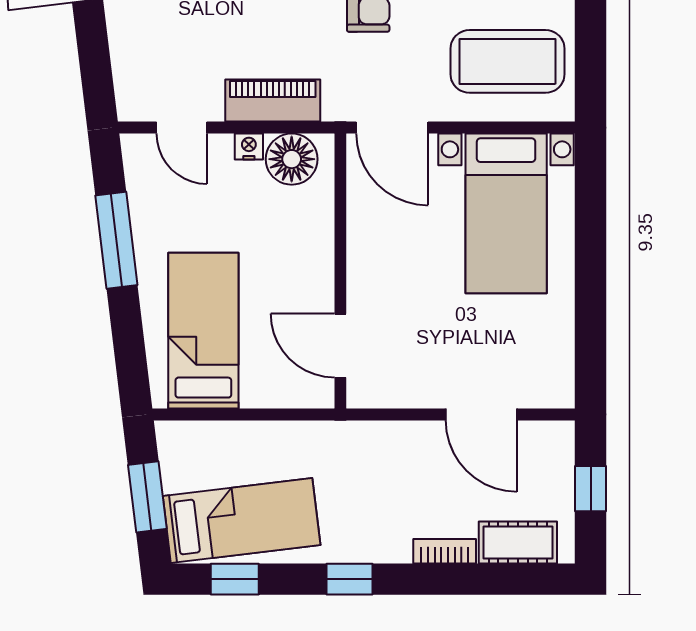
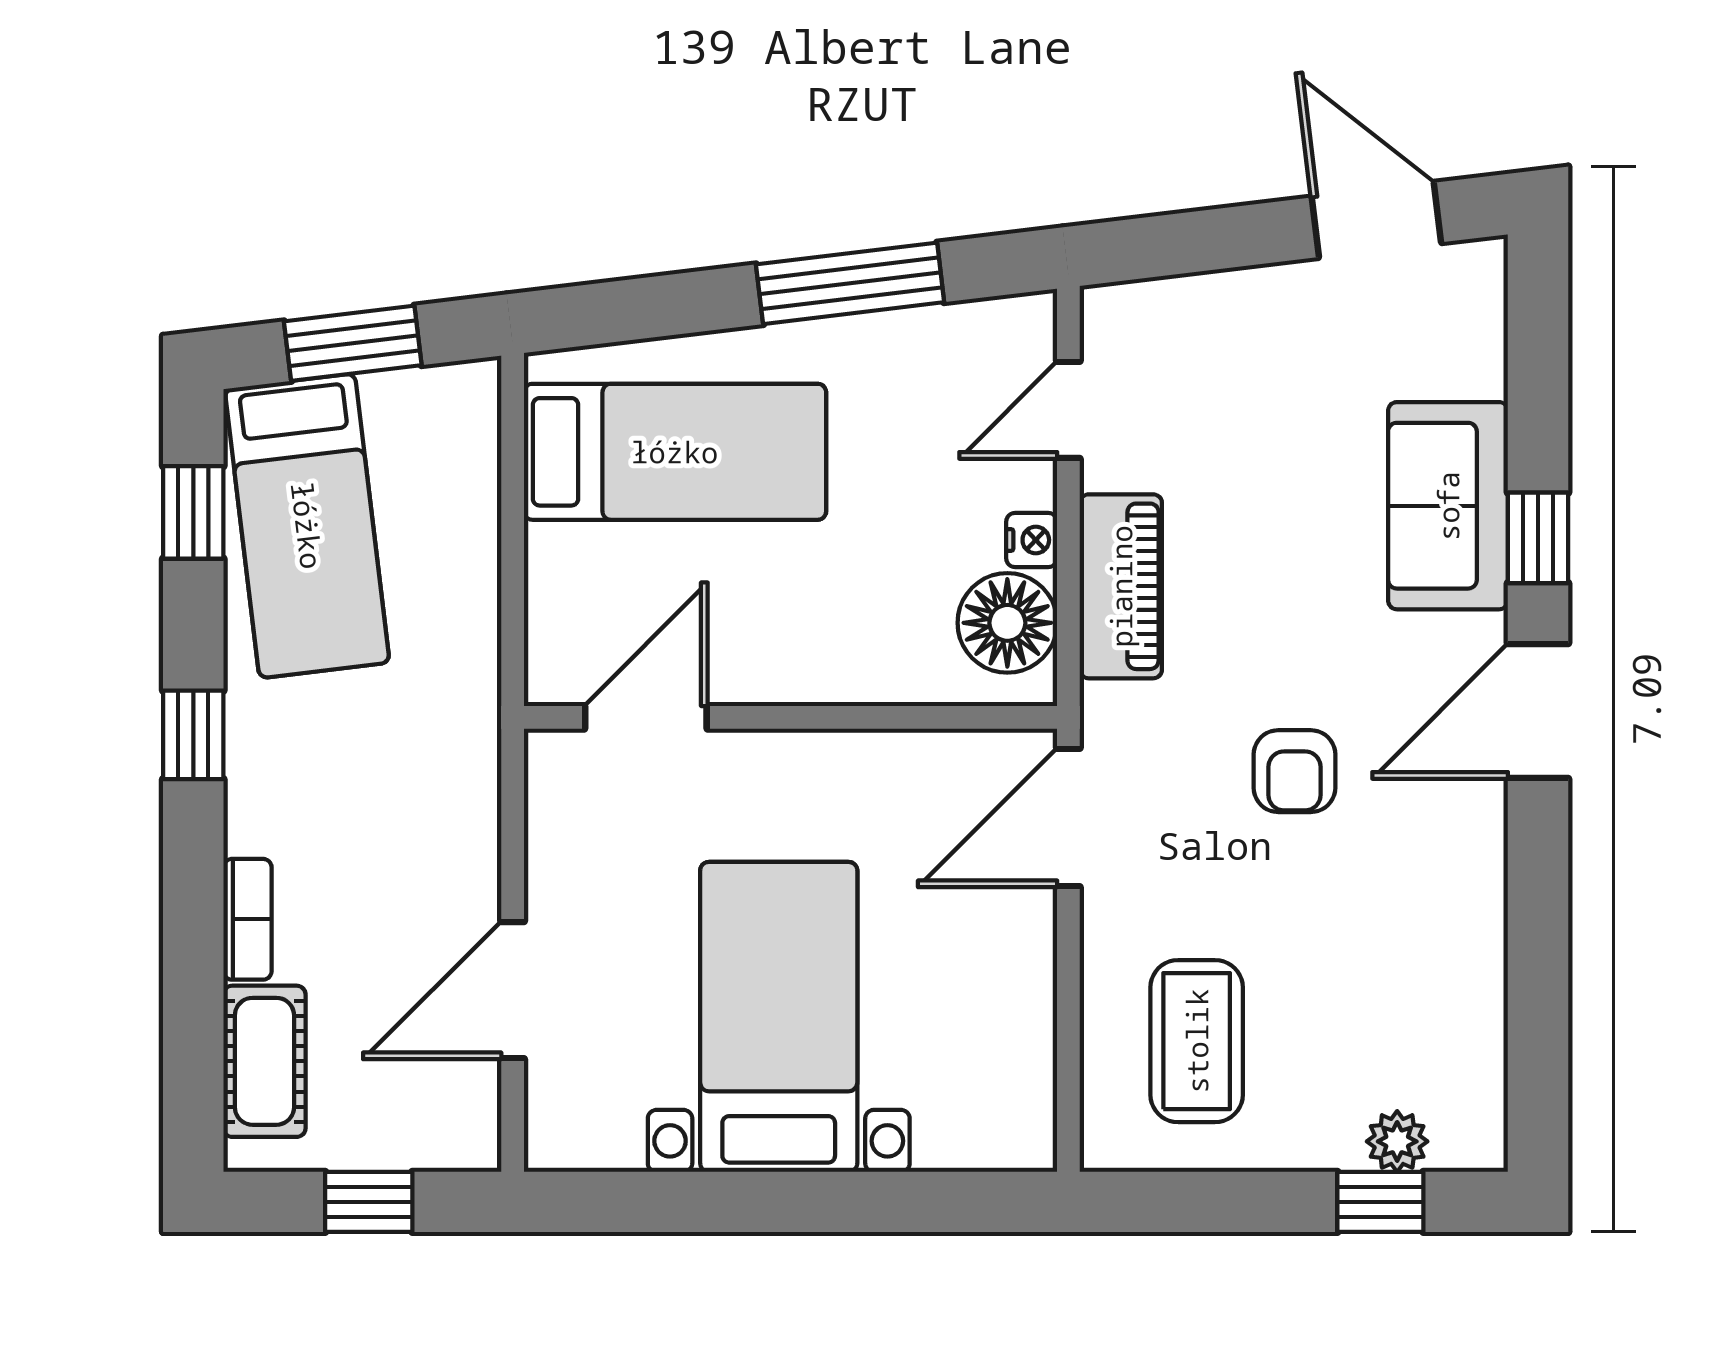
coffee table: (508, 61) -> (1197, 1041), width x0.73, depth x0.76
bed with nightstands: (506, 213) -> (779, 1017), moved, turned 90

